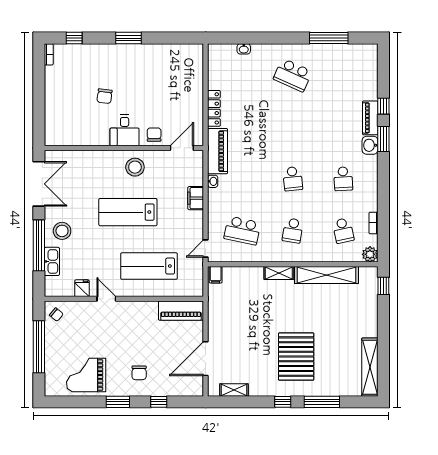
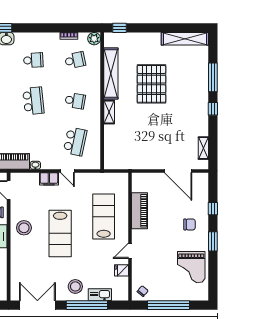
school desk: (293, 179) -> (33, 101), width x1.85
door: (206, 248) -> (68, 171), moved
lab bench: (149, 266) -> (104, 217), turned 180
filing cabinet: (216, 275) -> (111, 163), removed
piano: (181, 311) -> (139, 211), moved
pallet: (296, 357) -> (151, 84), moved, turned 90

